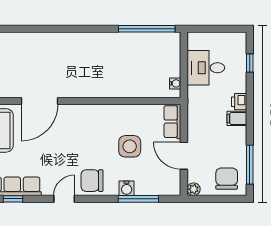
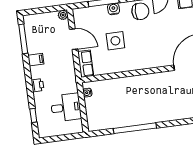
window: (147, 29) -> (135, 128), moved
filing cabinet: (237, 118) -> (36, 60), moved
chair: (227, 179) -> (39, 26), removed

